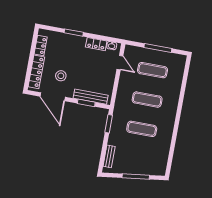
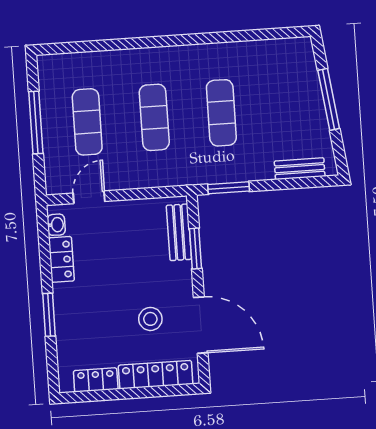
door: (53, 97) -> (201, 325), hinge flipped
bench: (91, 97) -> (179, 232), width x0.73

